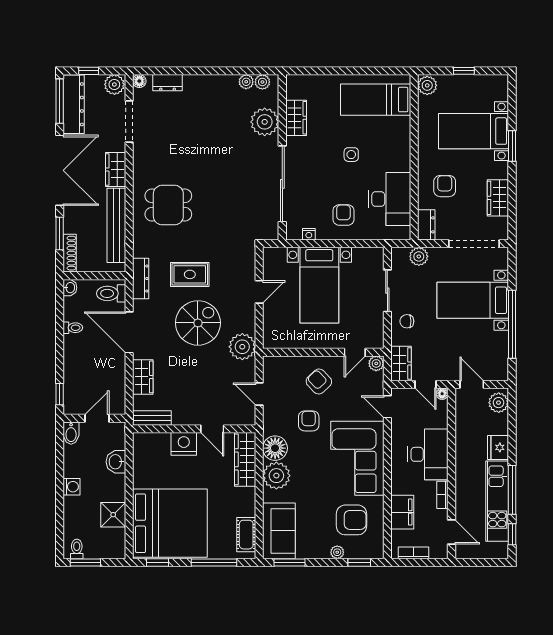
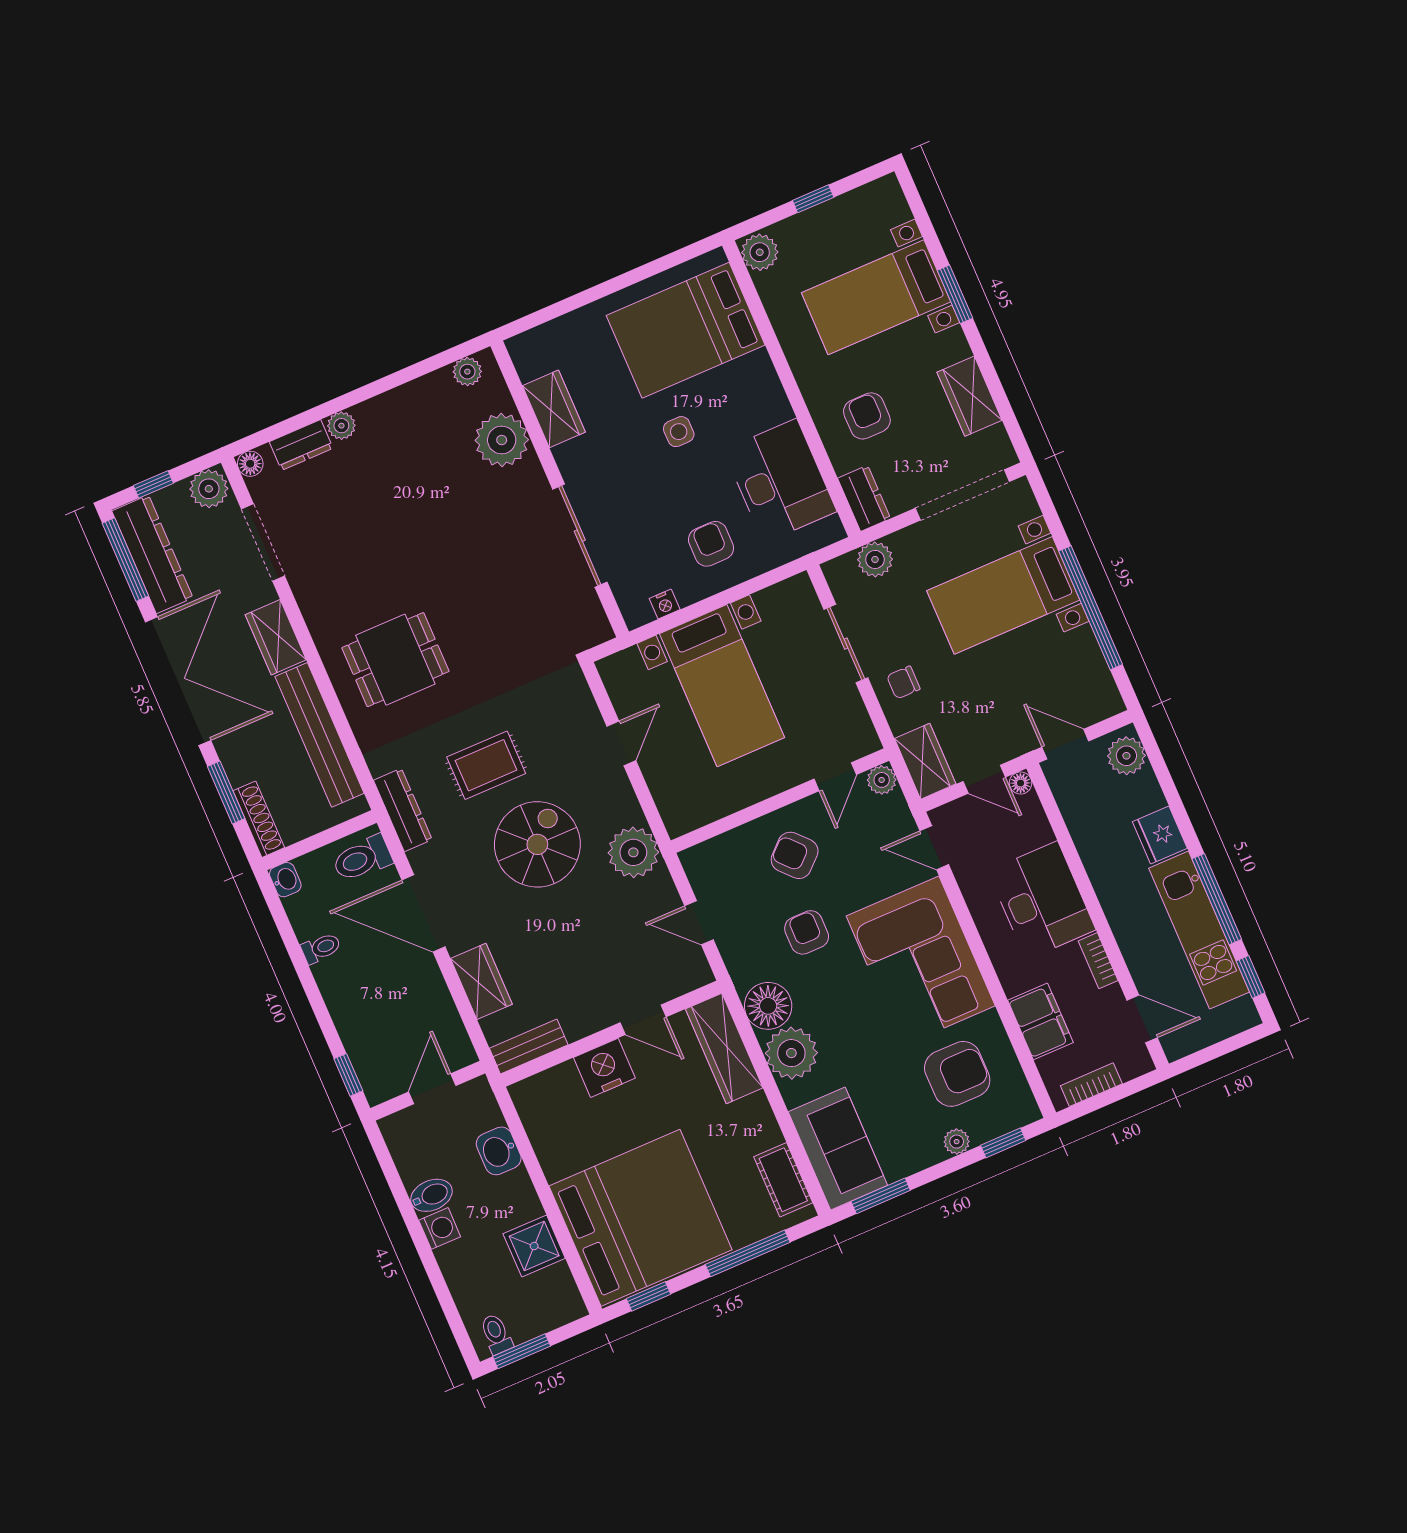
plant: (246, 82) -> (341, 426), moved
bed: (376, 100) -> (686, 330), width x1.50
sliding door: (282, 184) -> (580, 536), width x0.73
bidet: (71, 433) -> (431, 1195), moved, turned -90

